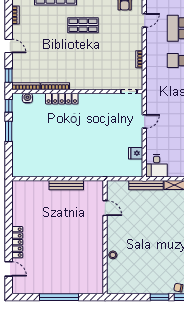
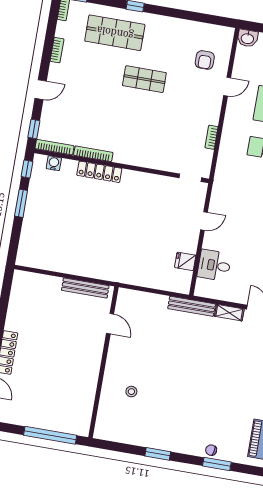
door: (9, 46) -> (41, 90), hinge flipped
desk: (157, 166) -> (214, 265), moved, turned 90
door: (105, 208) -> (110, 324), moved
wall: (105, 237) -> (103, 362), moved
window: (159, 297) -> (158, 454), moved

